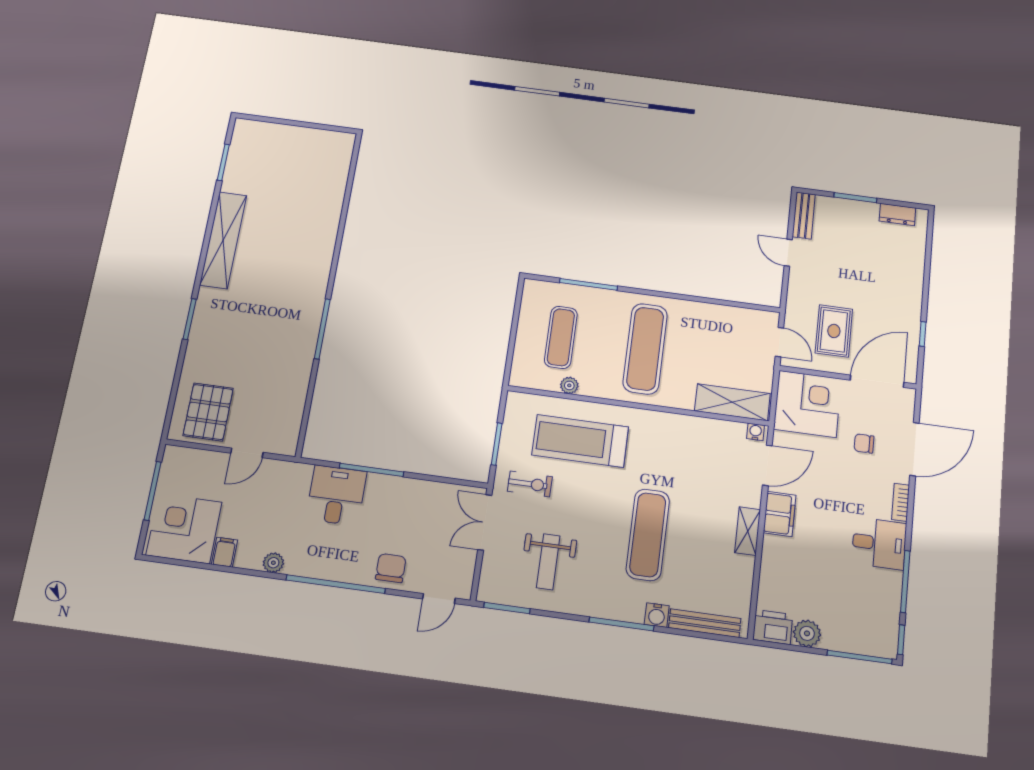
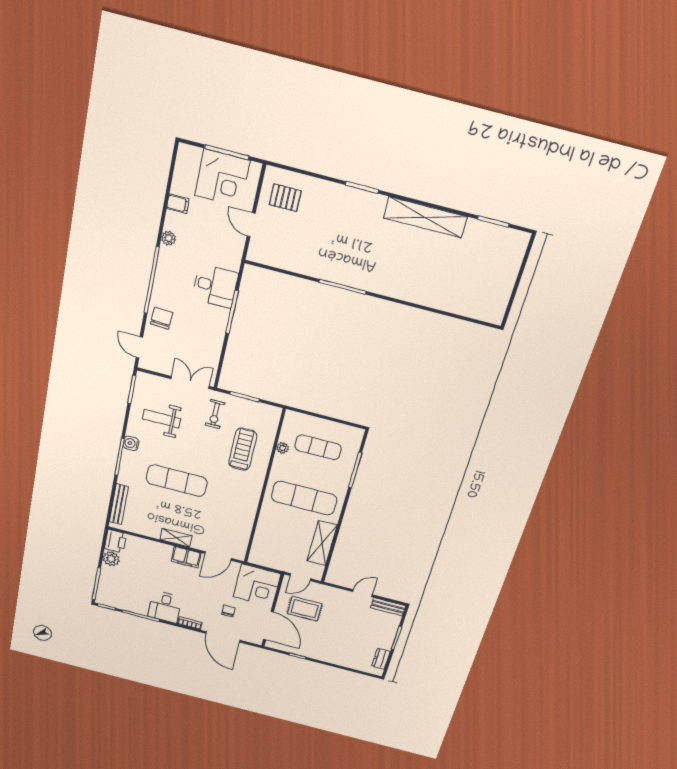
shelving: (732, 402) -> (322, 543), moved
pallet: (208, 412) -> (285, 198), width x0.67, depth x0.71
water cooler: (755, 432) -> (241, 553), removed
treadmill: (580, 441) -> (243, 449), width x0.73, depth x0.73
door: (767, 465) -> (218, 556), hinge flipped
corner desk: (184, 529) -> (222, 178), moved, turned 90
chair: (391, 568) -> (161, 318), turned -87
water cooler: (657, 615) -> (131, 443), moved

